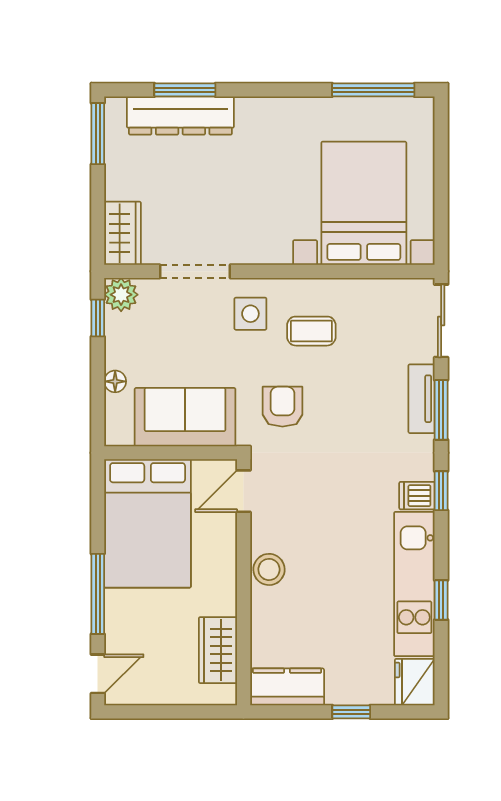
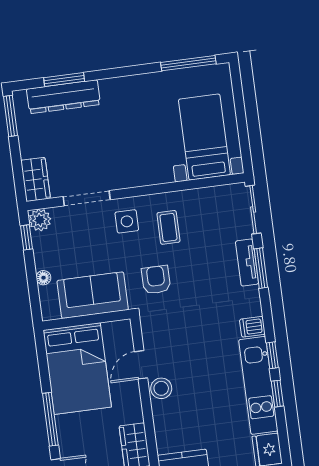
bed with nightstands: (364, 203) -> (204, 137), width x0.73
coffee table: (311, 331) -> (168, 227), turned 90
door: (244, 491) -> (141, 365), moved
window: (441, 491) -> (272, 355), moved

